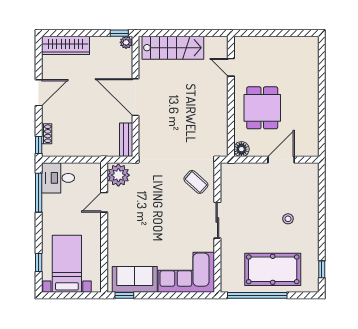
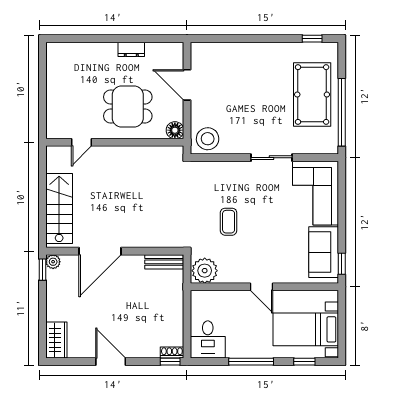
wardrobe: (66, 45) -> (56, 340), width x0.67
door: (135, 97) -> (100, 251), moved
dresser: (312, 111) -> (131, 49), added
shoe rack: (47, 134) -> (172, 353), moved
coffee table: (196, 182) -> (229, 222), moved, turned -42
window: (39, 193) -> (251, 362), moved
door: (104, 202) -> (262, 287), moved
stool: (288, 219) -> (208, 139), moved, width x1.89, depth x1.89
sliding door: (217, 220) -> (272, 158), moved

